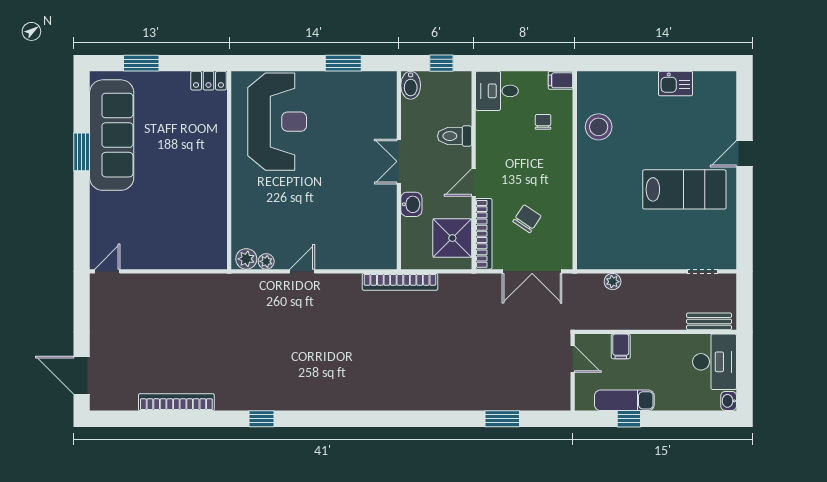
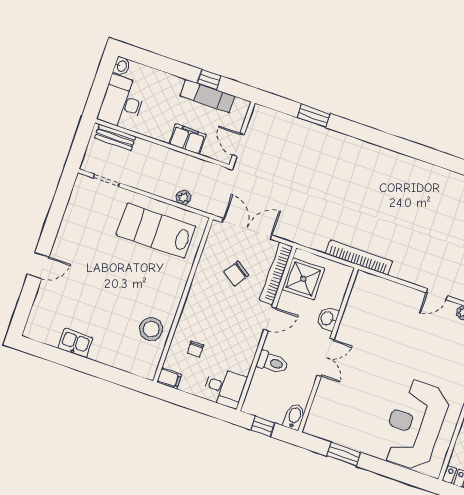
lab bench: (684, 189) -> (156, 231), moved
filing cabinet: (621, 346) -> (187, 139), width x2.00

